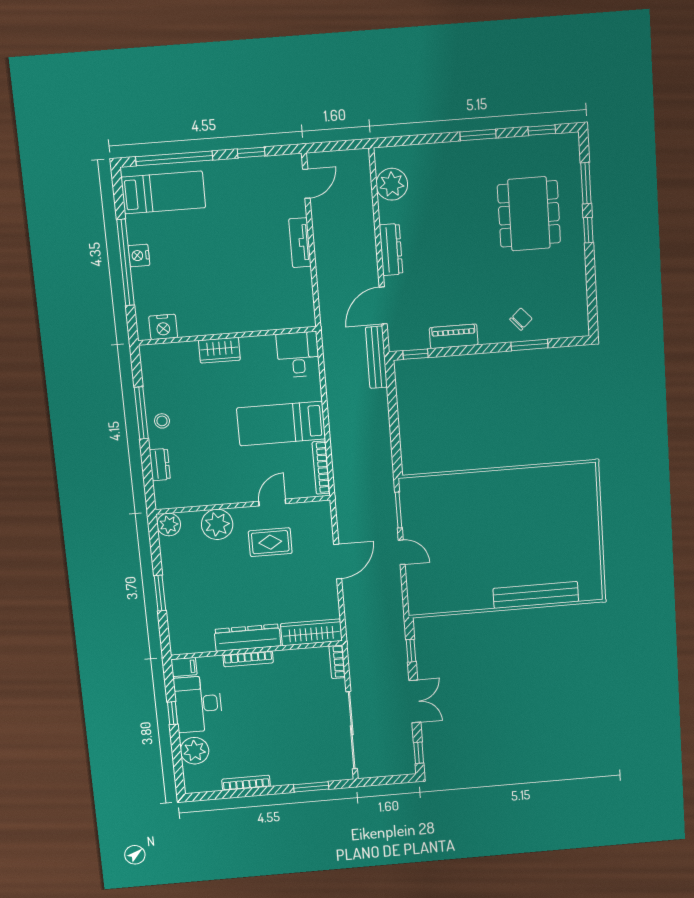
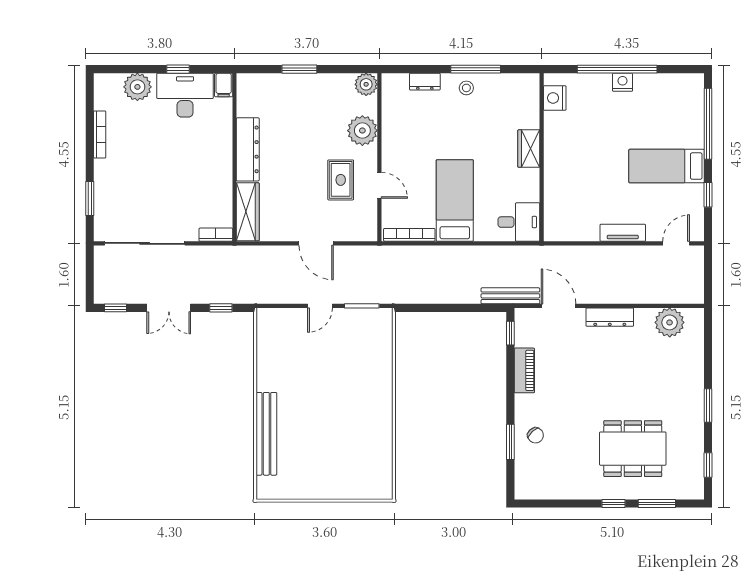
door: (306, 184) -> (676, 243), swing flipped
bed: (163, 192) -> (667, 166), moved, turned 90
bookcase: (248, 659) -> (226, 148), removed

